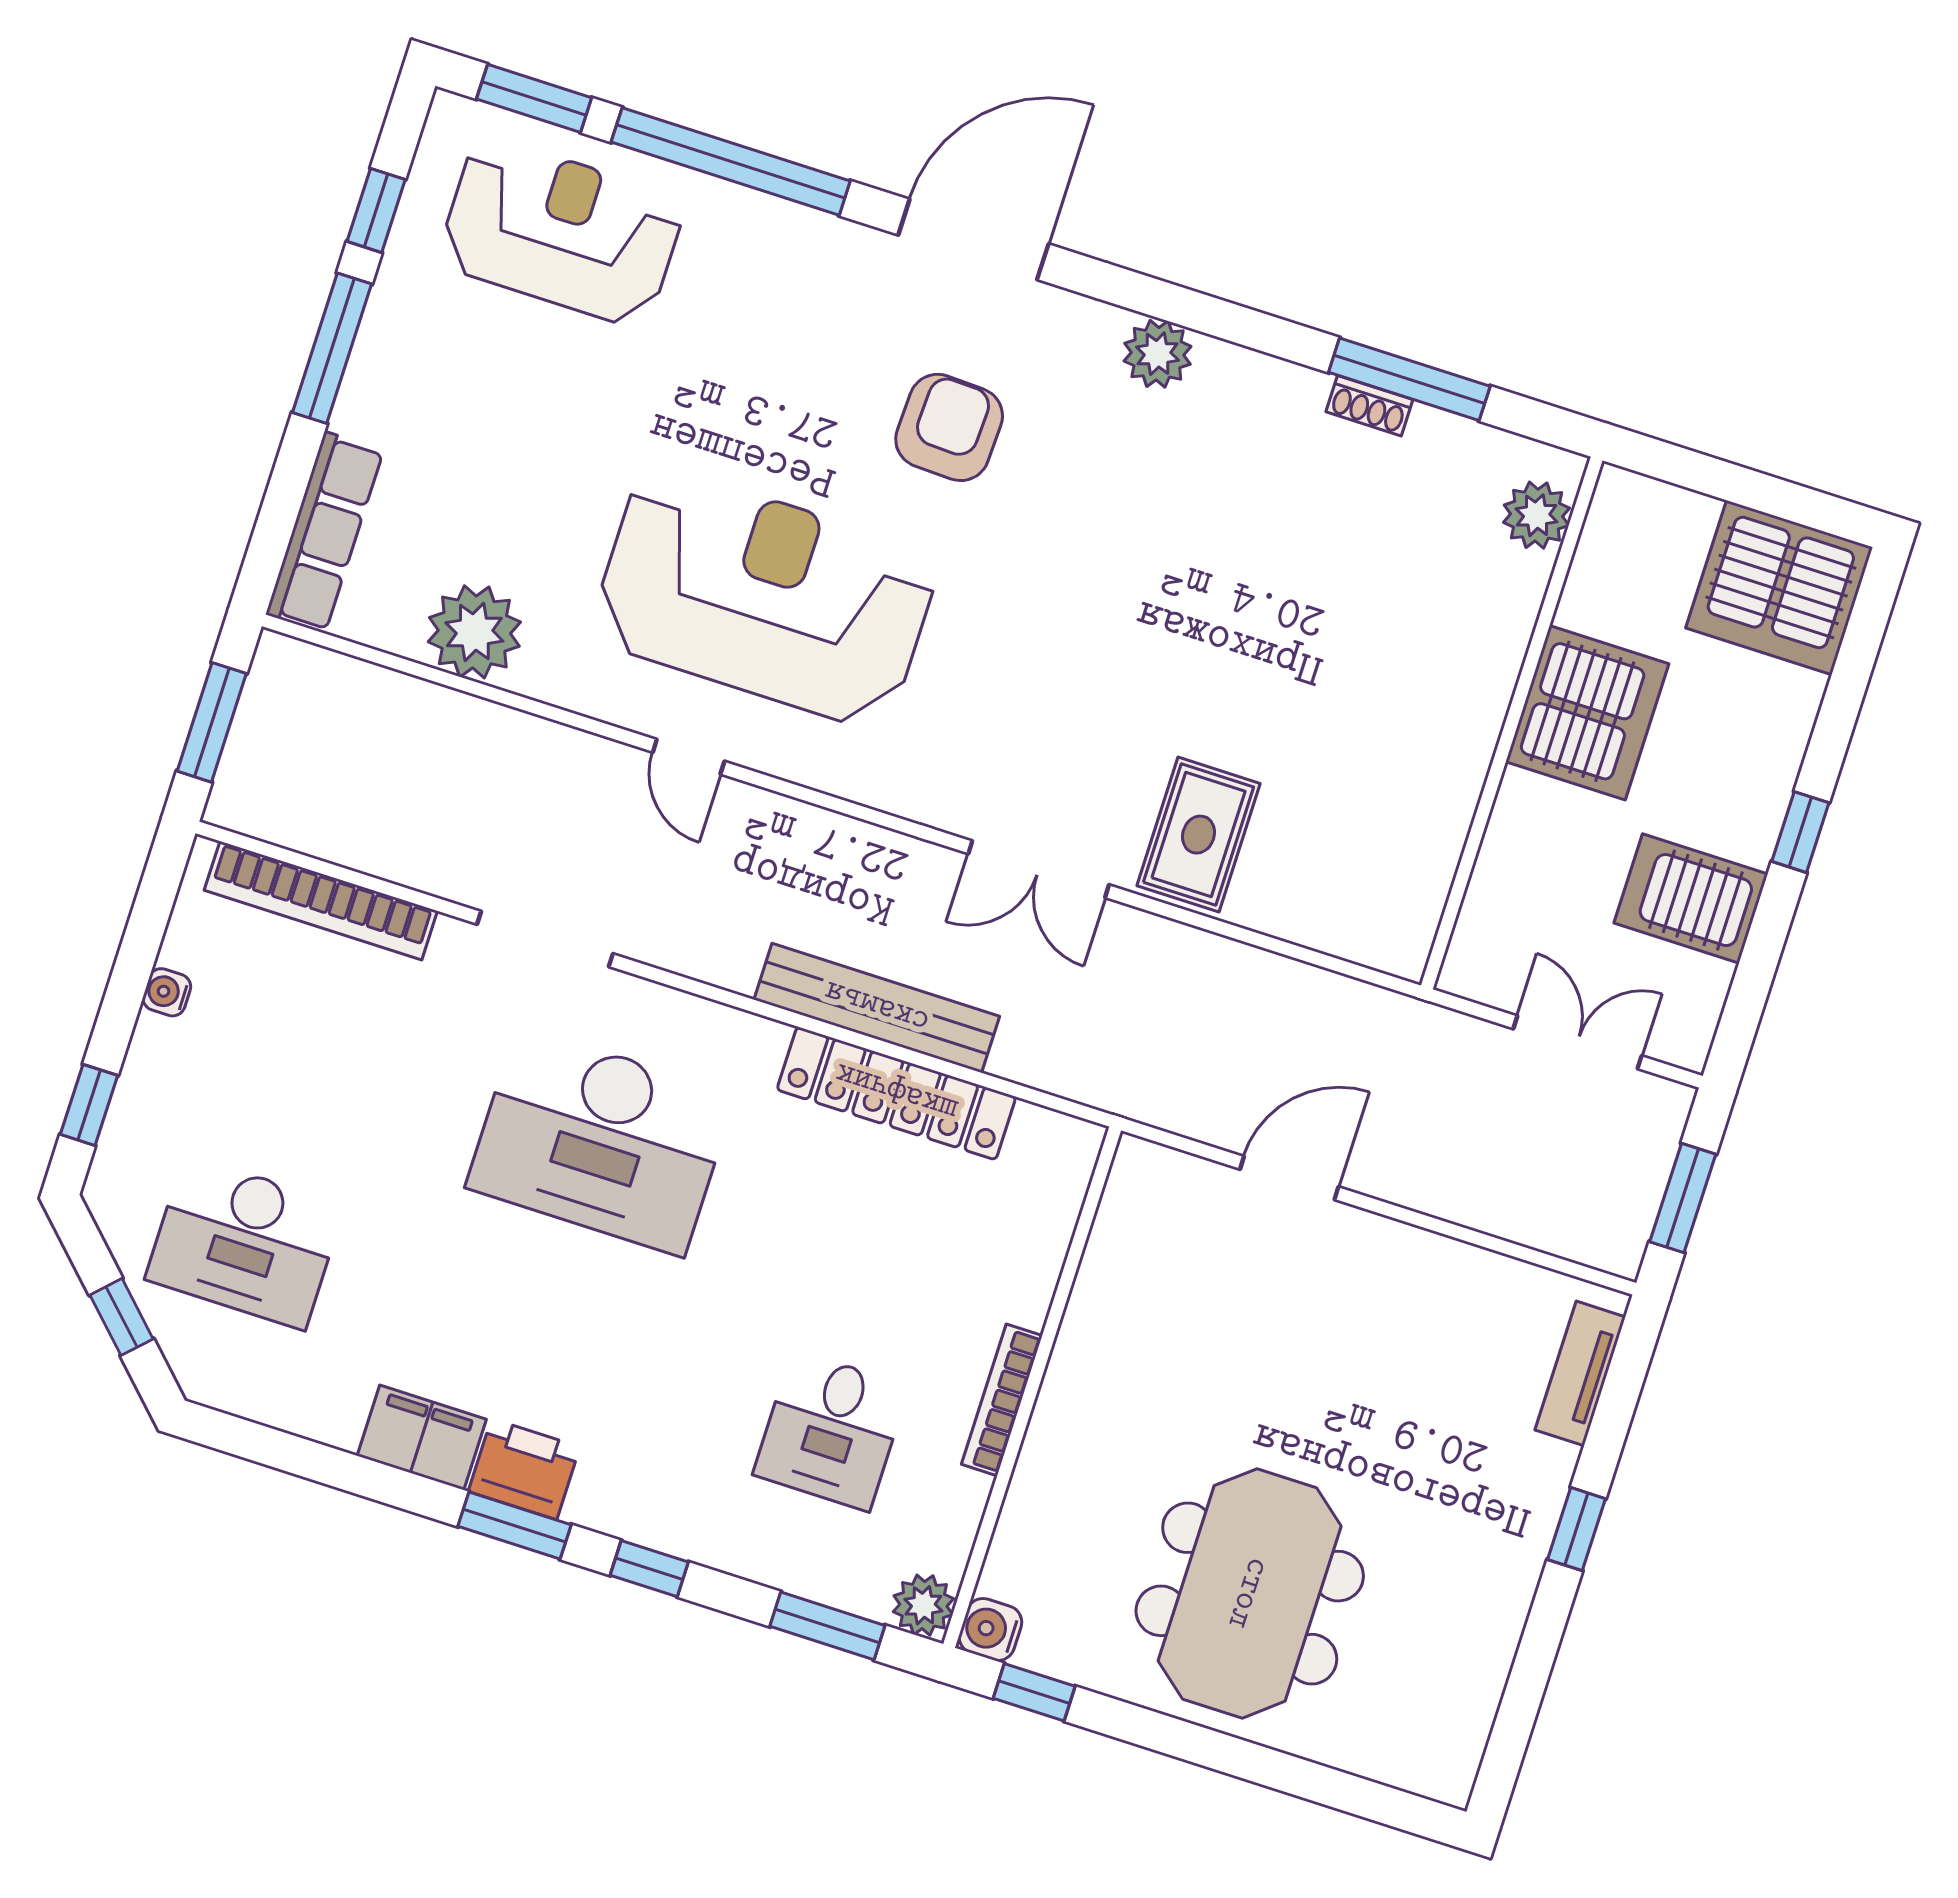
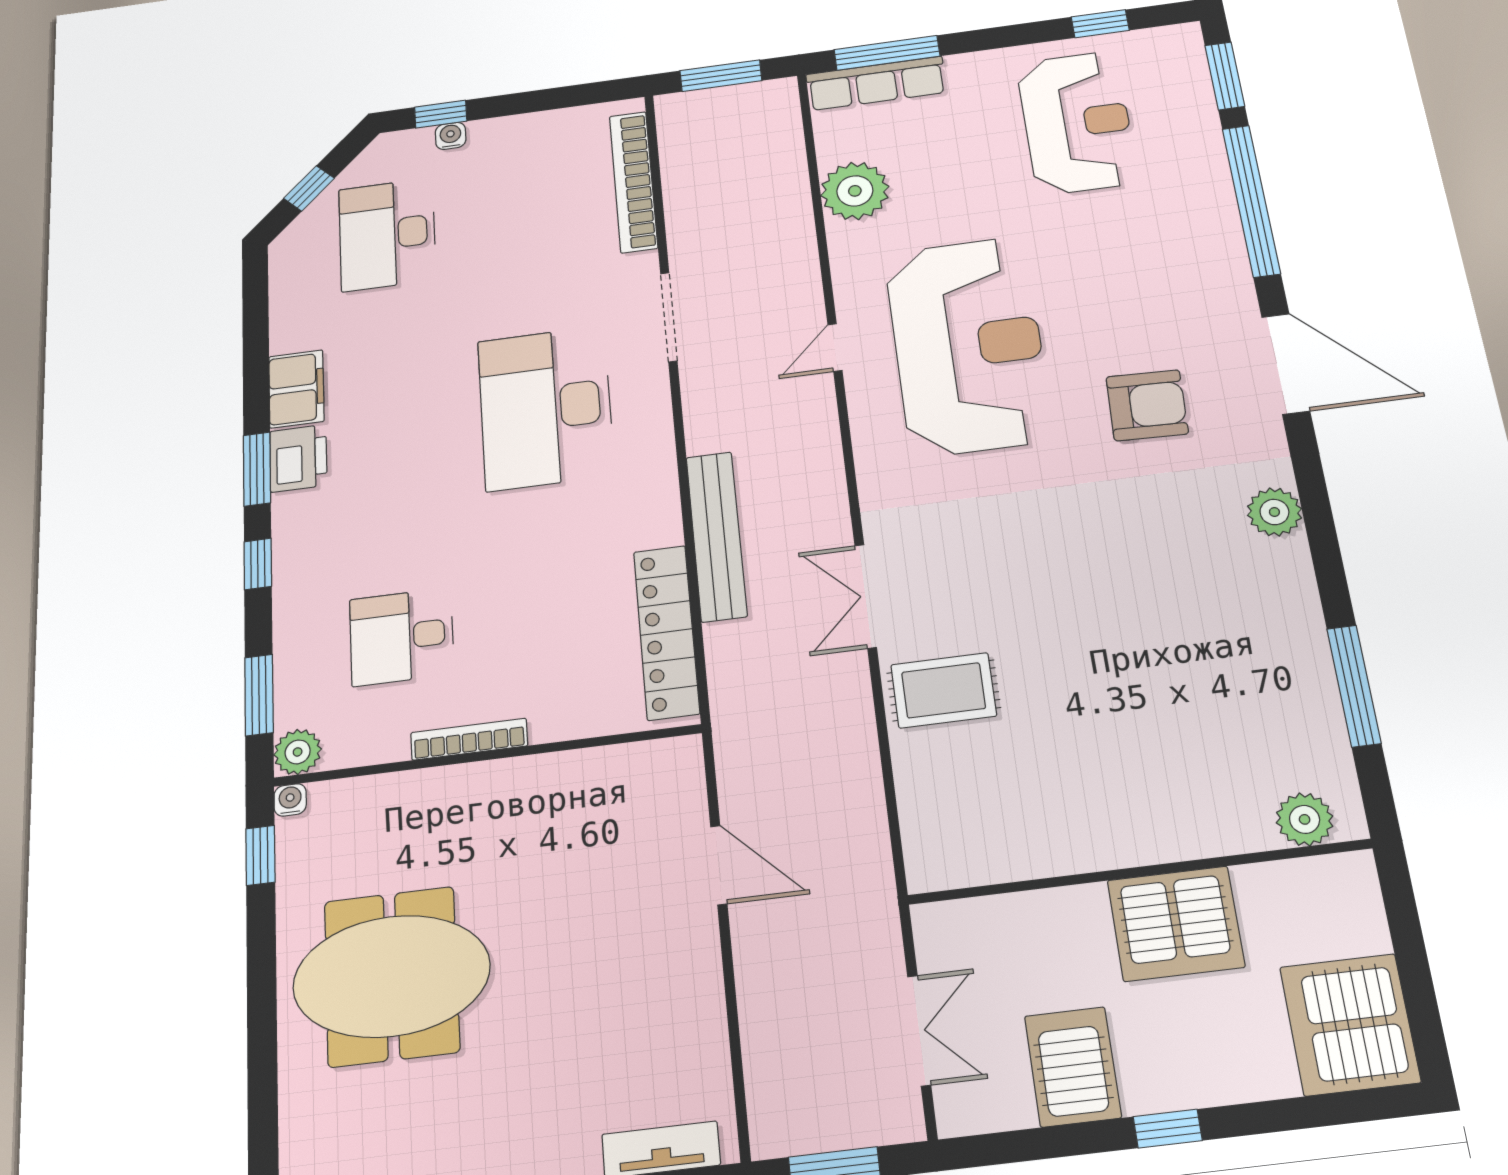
reception desk: (561, 232) -> (1077, 123), moved
window: (332, 348) -> (887, 53), moved
shoe rack: (1369, 406) -> (1319, 667), removed
water cooler: (167, 992) -> (451, 136), moved
locker: (896, 1093) -> (666, 632), moved
water cooler: (990, 1630) -> (290, 800), width x0.72, depth x0.72

